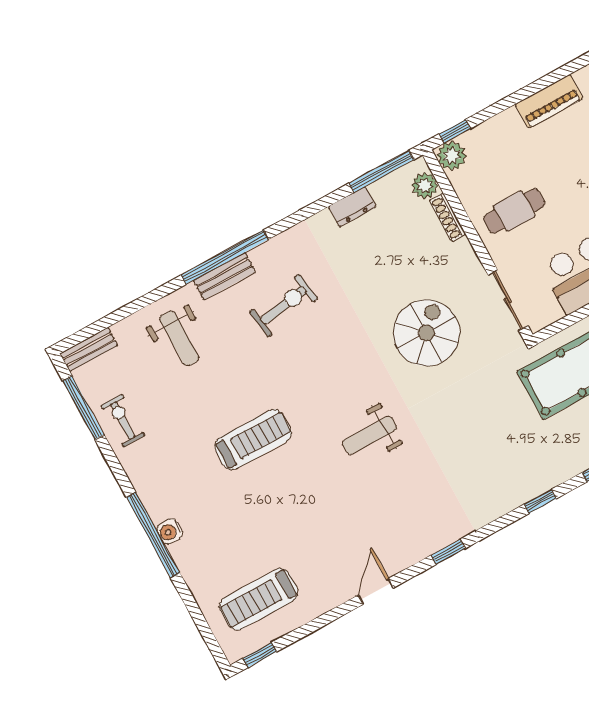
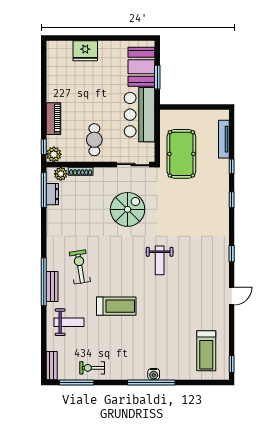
piano: (549, 101) -> (53, 119), moved
dresser: (352, 207) -> (52, 194), moved
spiral stairs: (426, 333) -> (128, 209), turned 90
treadmill: (253, 440) -> (116, 306), moved, turned 90
door: (376, 591) -> (232, 296), swing flipped

